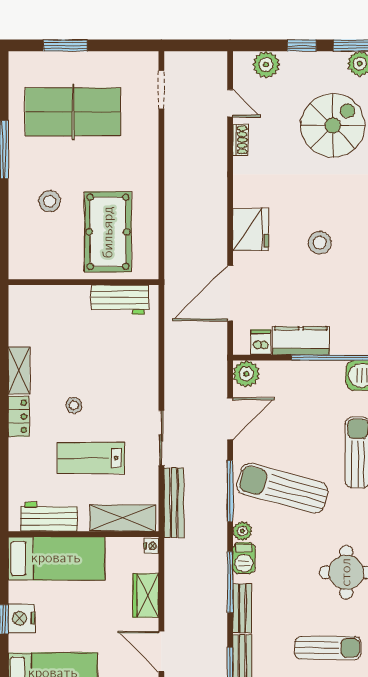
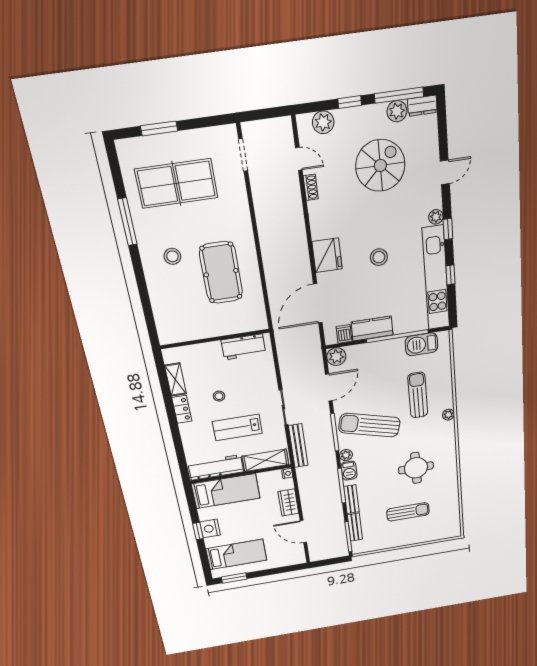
wall: (83, 282) -> (215, 339), moved
workbench: (120, 300) -> (243, 347), moved
workbench: (49, 517) -> (216, 468), width x1.38

